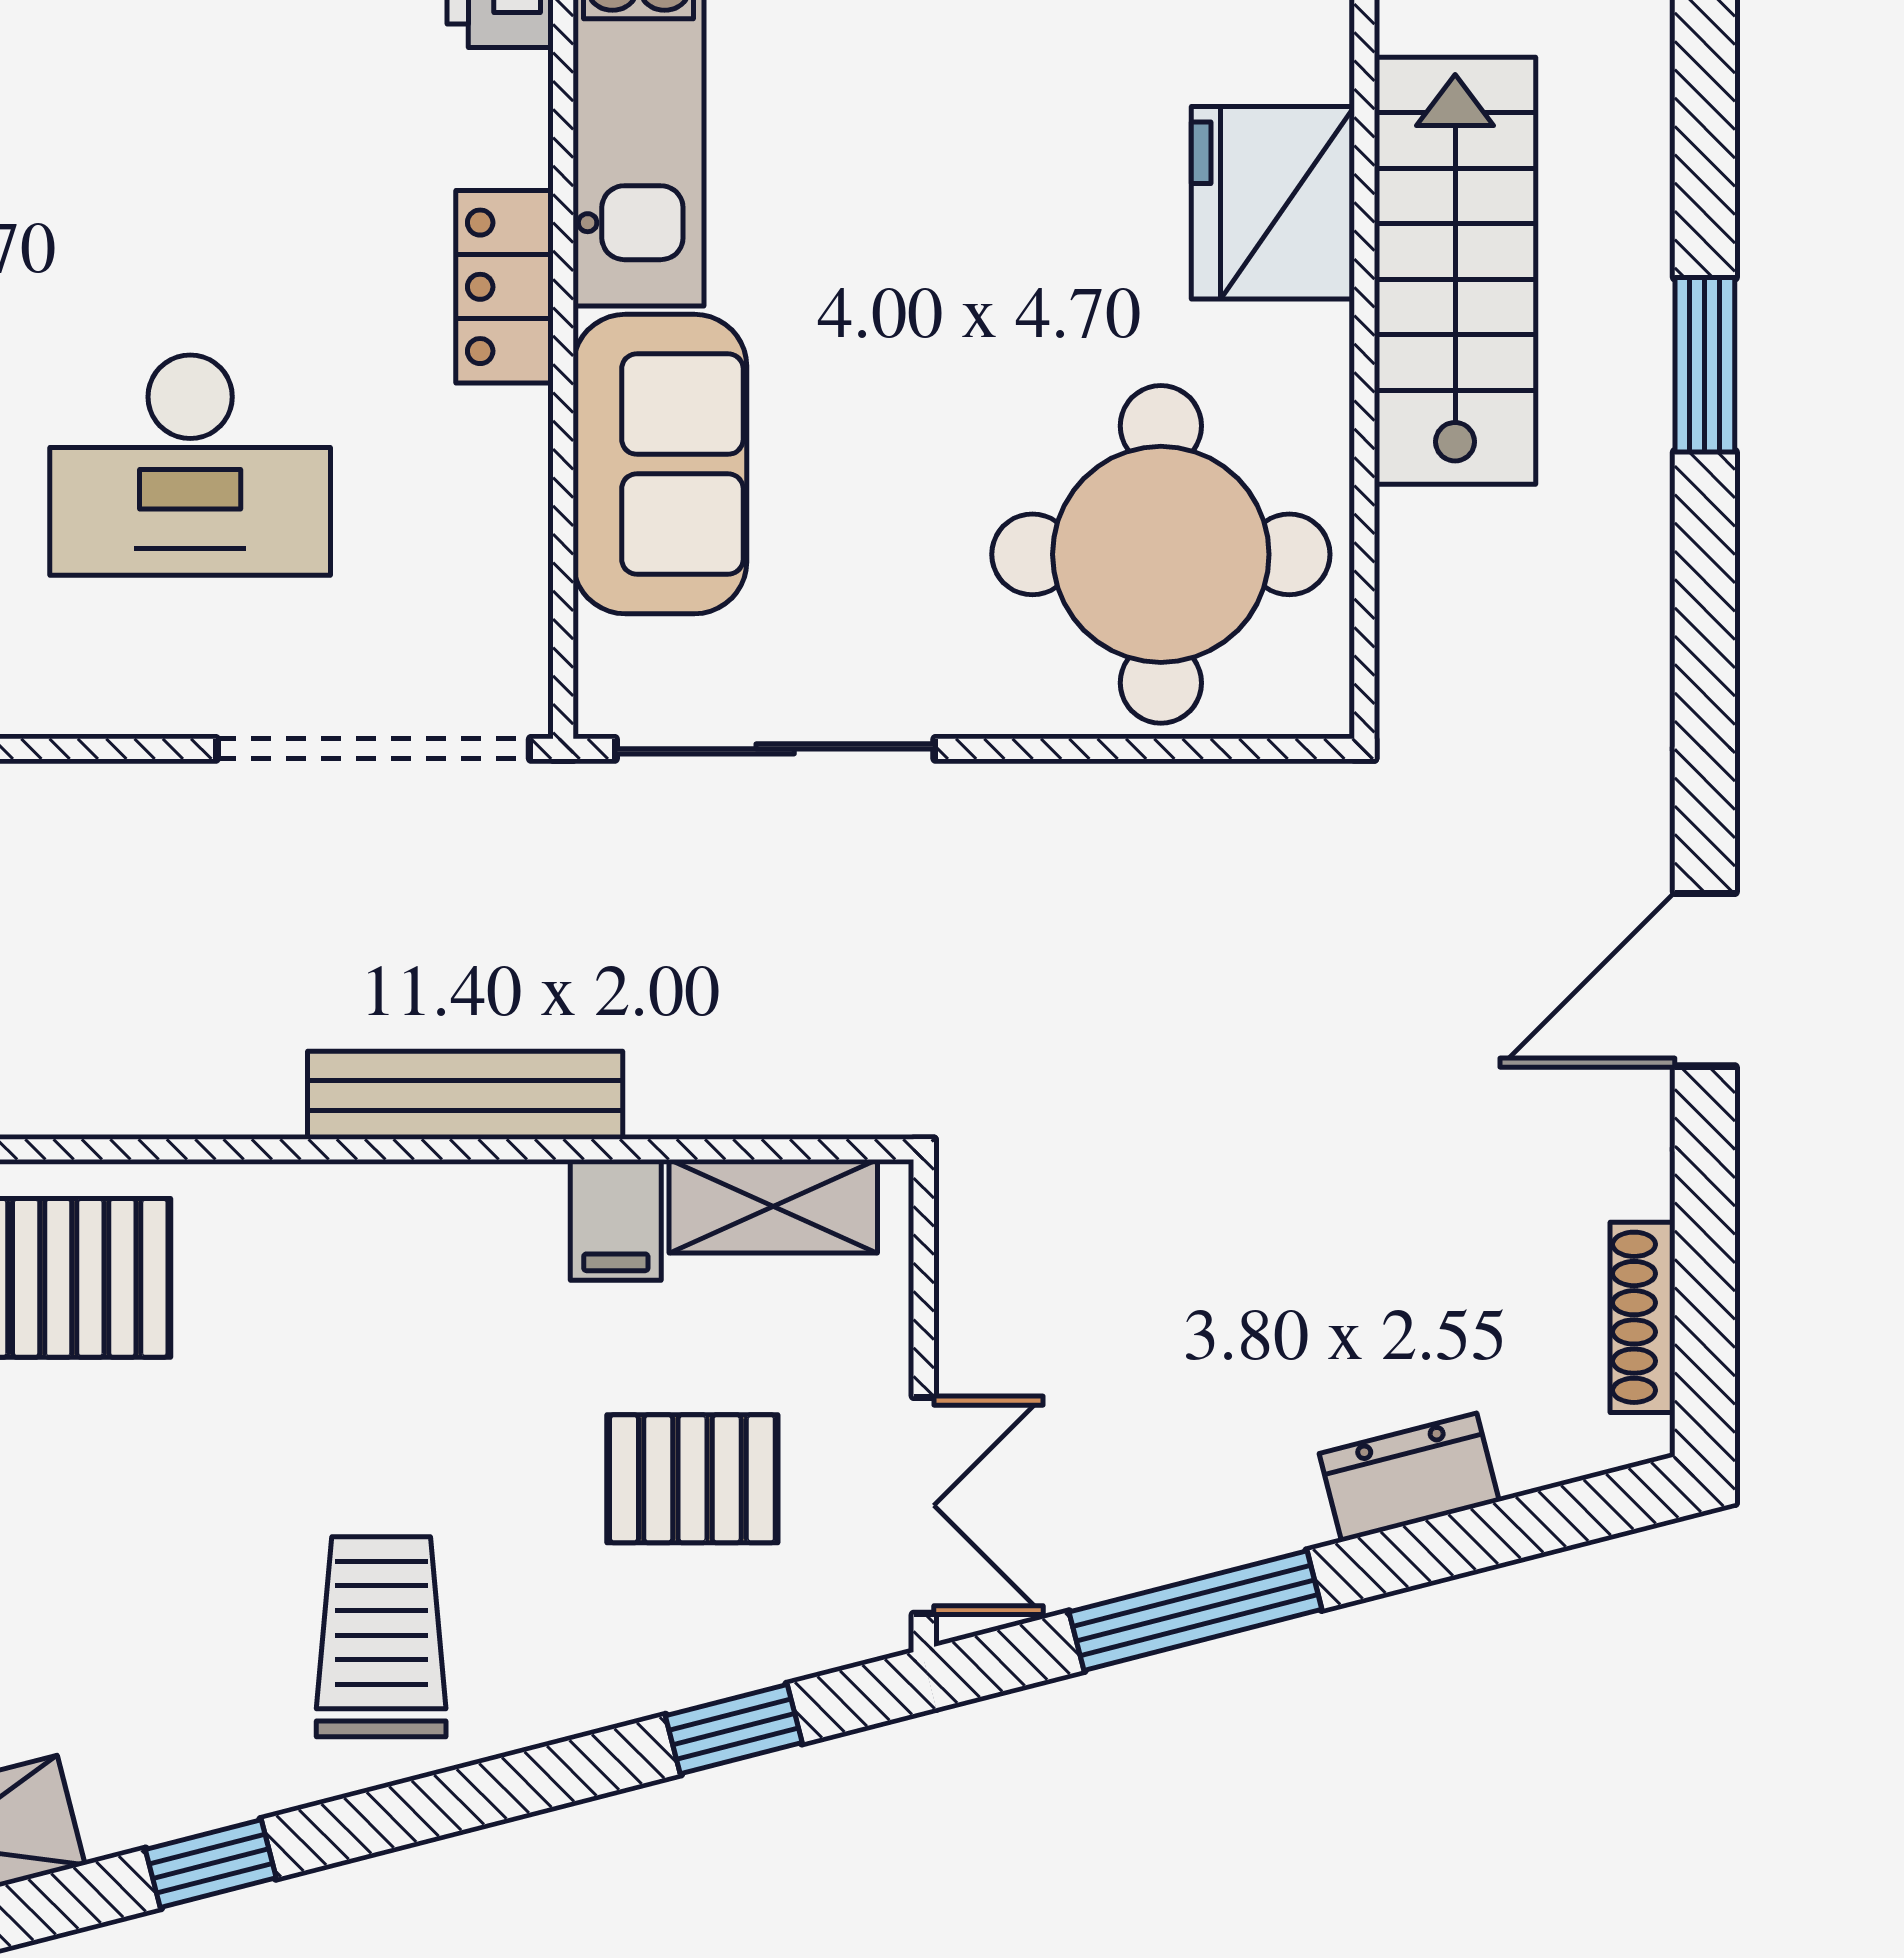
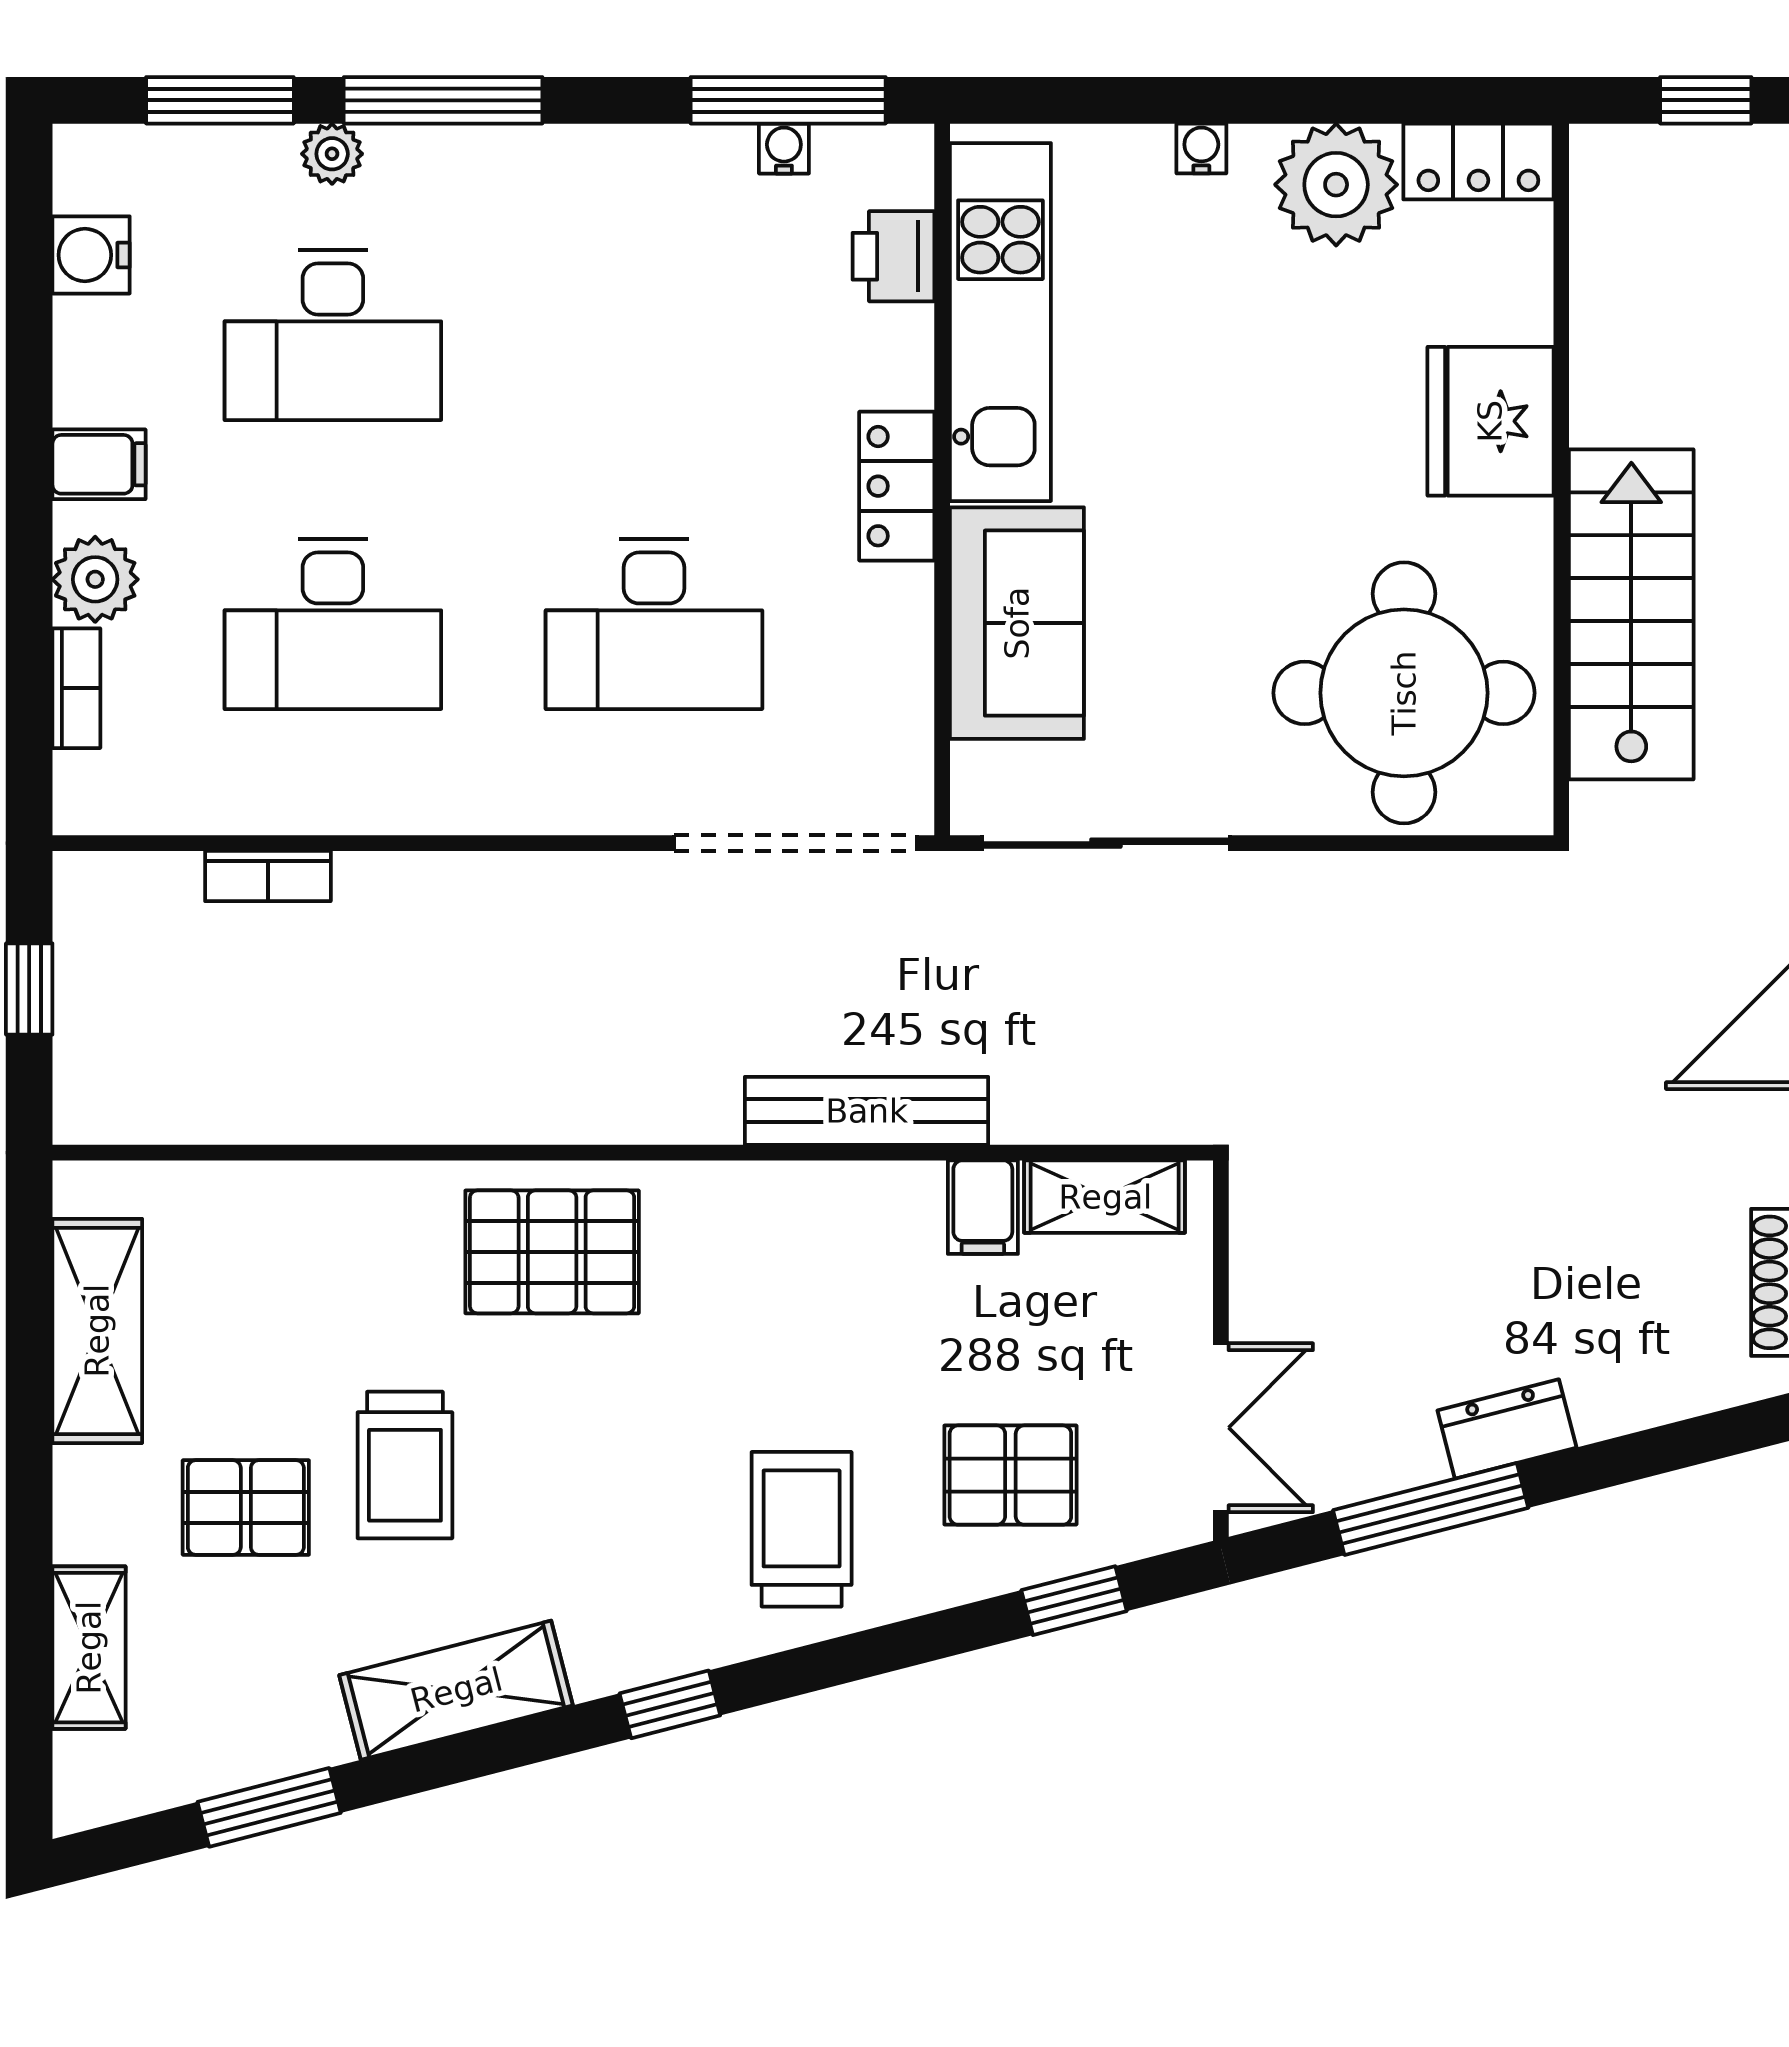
stairs: (1455, 271) -> (1631, 614), moved
dresser: (1409, 1477) -> (1507, 1429), moved
pallet: (692, 1479) -> (1010, 1475), moved

